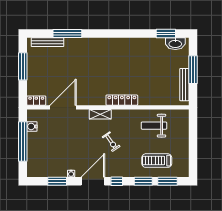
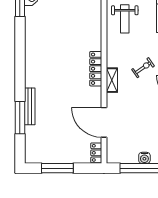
bench: (47, 42) -> (30, 106), moved
locker: (122, 100) -> (96, 69), moved
water cooler: (32, 126) -> (144, 158), moved

